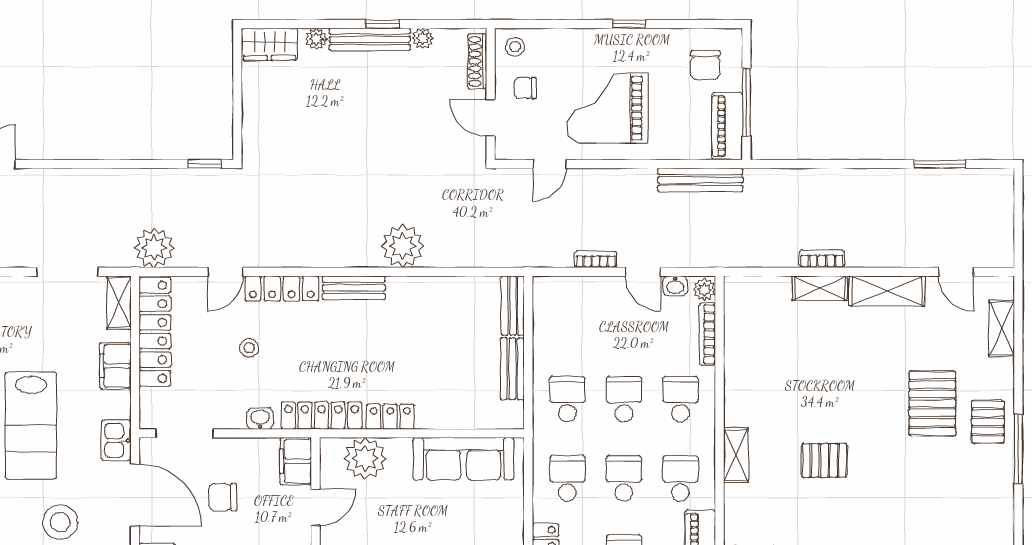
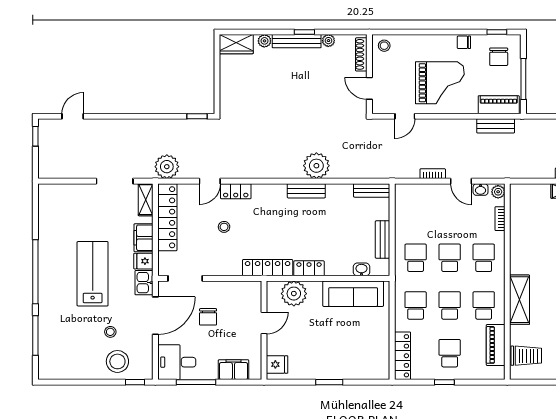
window: (629, 24) -> (497, 32), moved
chair: (525, 88) -> (464, 42), moved
grand piano: (608, 108) -> (440, 83), turned 180
piano: (727, 126) -> (499, 105), moved, turned 90
bench: (700, 180) -> (496, 126), width x0.73
bench: (354, 288) -> (306, 191), moved
locker: (282, 289) -> (236, 191), width x0.66
bench: (513, 306) -> (372, 190), moved, turned 90
bookcase: (707, 334) -> (500, 219), width x0.64
fridge: (115, 405) -> (143, 261), added
washbasin: (260, 418) -> (361, 269), moved
lab bench: (31, 426) -> (93, 274), turned 180
shelving: (736, 455) -> (520, 300), width x1.50, depth x1.33
filing cabinet: (296, 461) -> (252, 295), removed
door: (135, 495) -> (155, 316), hinge flipped
chair: (223, 497) -> (208, 317), turned -90
stool: (60, 522) -> (110, 332), width x0.53, depth x0.53

